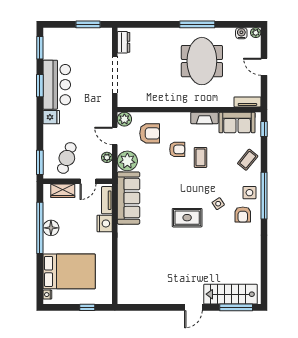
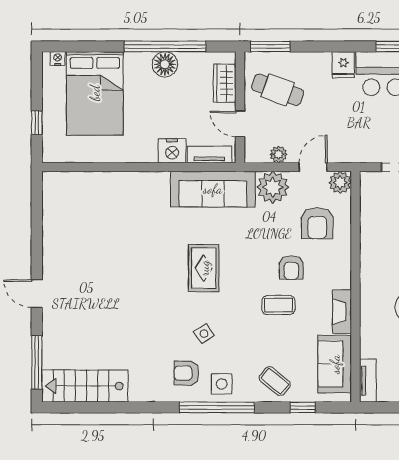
window: (264, 129) -> (303, 407), moved
rug: (187, 218) -> (204, 268), moved
stairs: (230, 294) -> (85, 386), moved, turned -90

